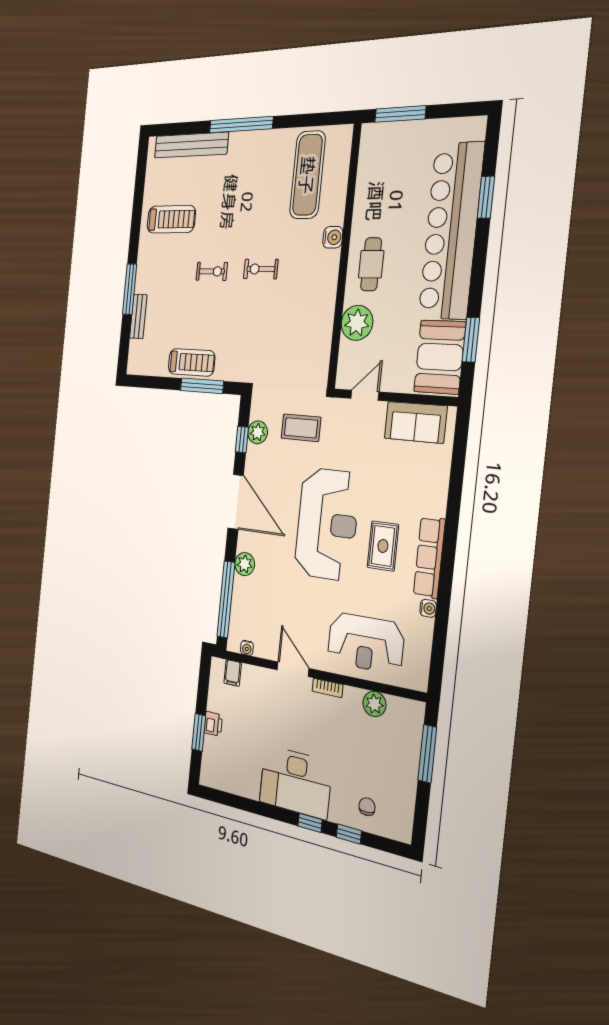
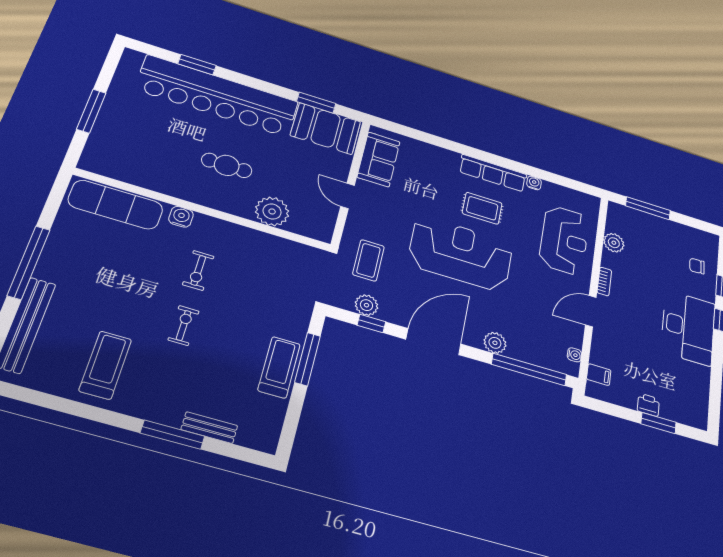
water cooler: (333, 237) -> (181, 217), moved
wall: (344, 256) -> (204, 210), moved
plant: (357, 323) -> (272, 211), moved

